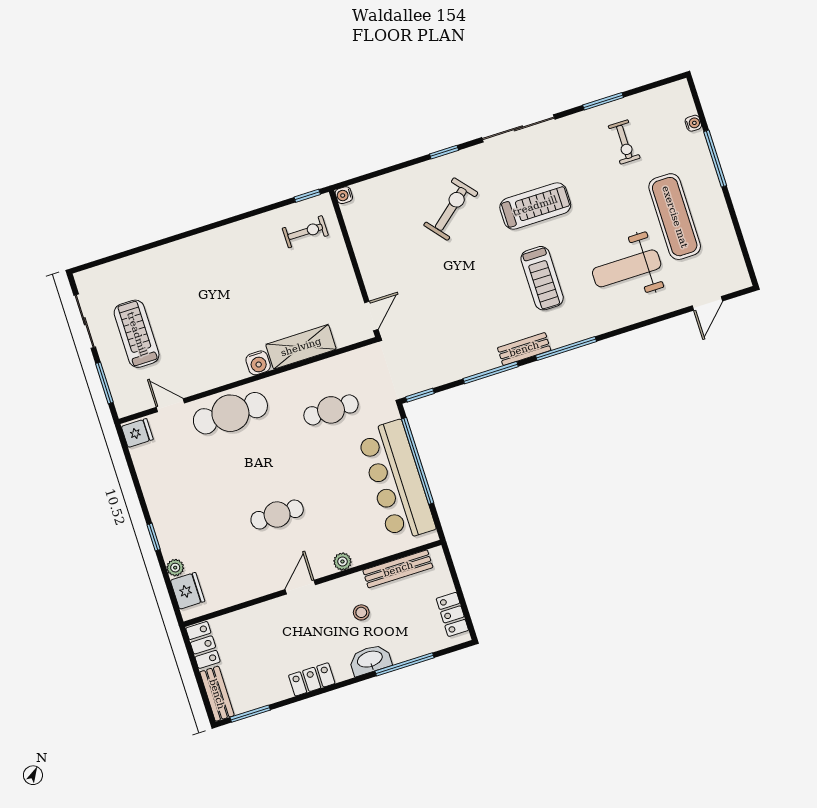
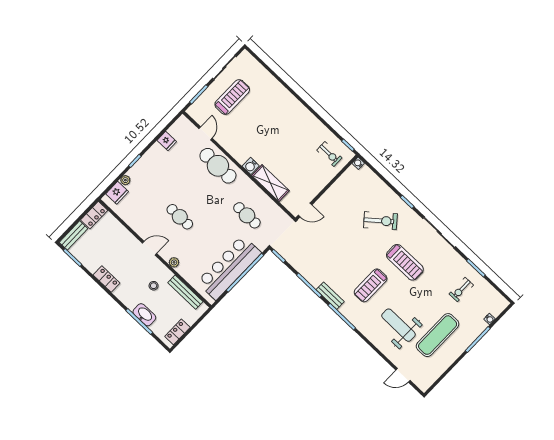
fridge: (137, 433) -> (167, 141), moved
washbasin: (370, 660) -> (144, 315), moved

